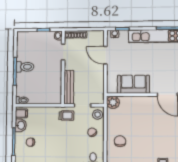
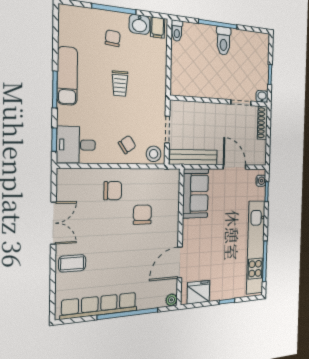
door: (105, 55) -> (235, 167), hinge flipped
sofa: (133, 84) -> (196, 193), moved
bench: (69, 87) -> (194, 157), moved
plant: (113, 102) -> (171, 179), removed
trolley: (66, 116) -> (120, 84), moved
chair: (135, 121) -> (142, 215), added

